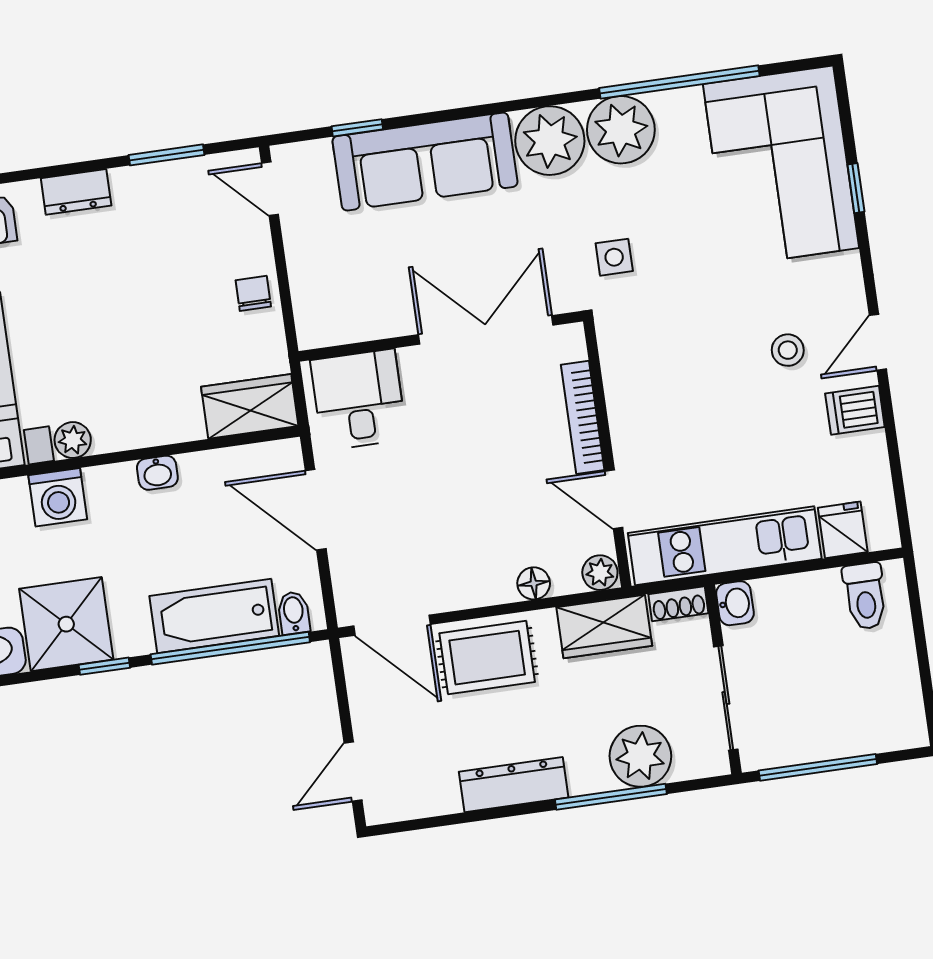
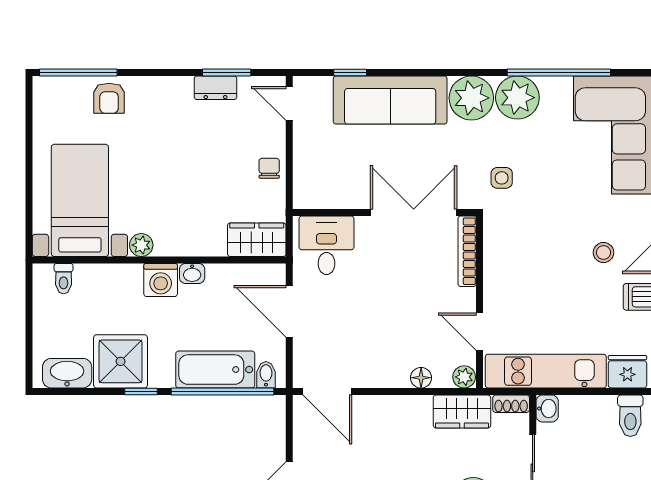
dresser: (76, 192) -> (215, 88), moved
bookcase: (583, 417) -> (467, 251), moved
washing machine: (58, 497) -> (161, 280), moved
fridge: (843, 530) -> (627, 372), width x1.38
rug: (487, 658) -> (385, 421), removed

